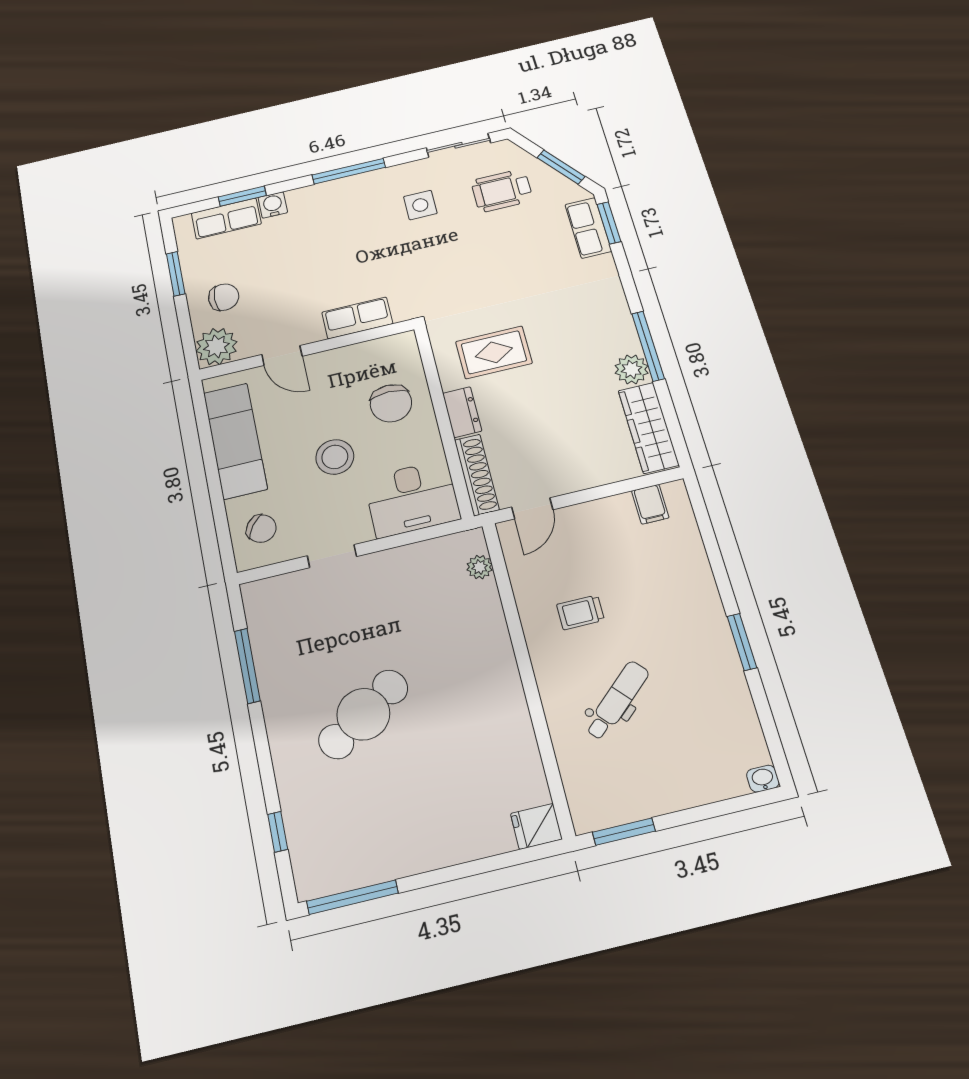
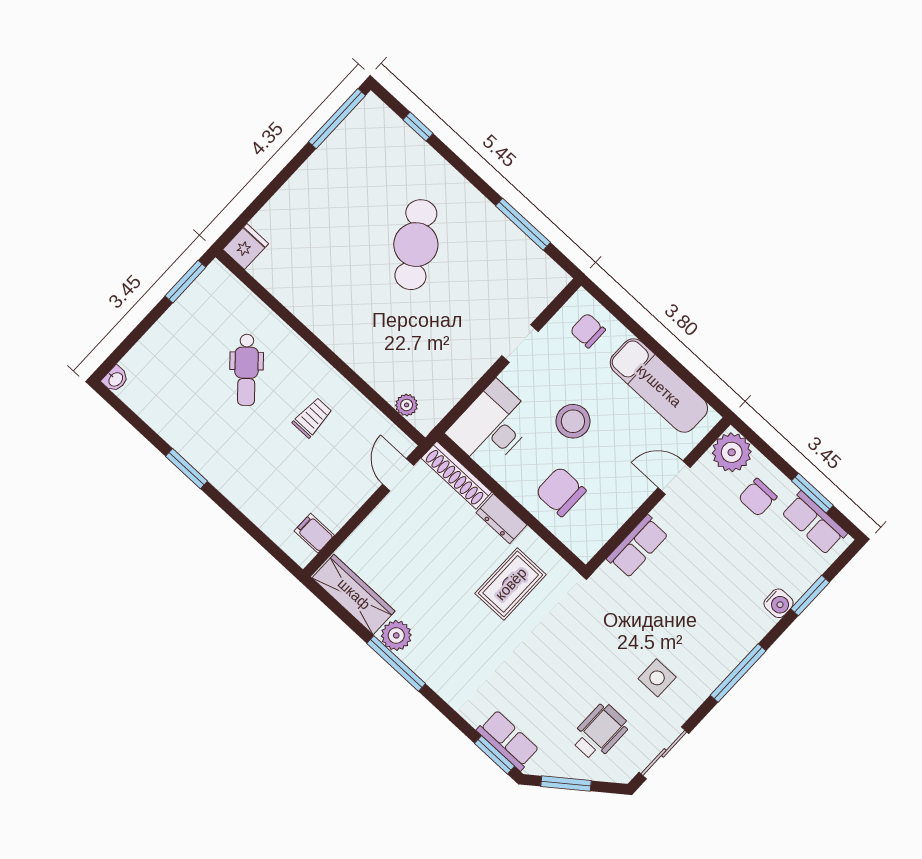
row of seats: (226, 218) -> (814, 523), moved, turned -90
chair: (261, 529) -> (588, 330), turned 54

